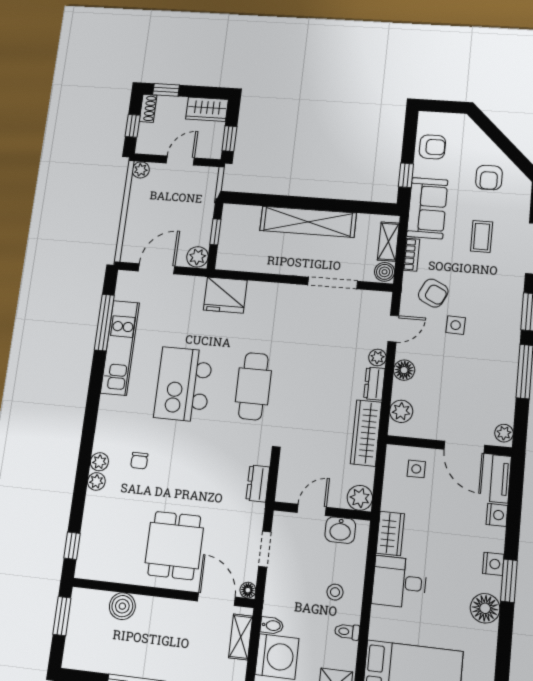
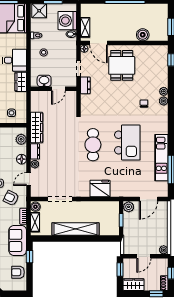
fridge: (225, 295) -> (100, 189), moved
dresser: (258, 484) -> (85, 85), moved
plant: (360, 498) -> (37, 97), removed

